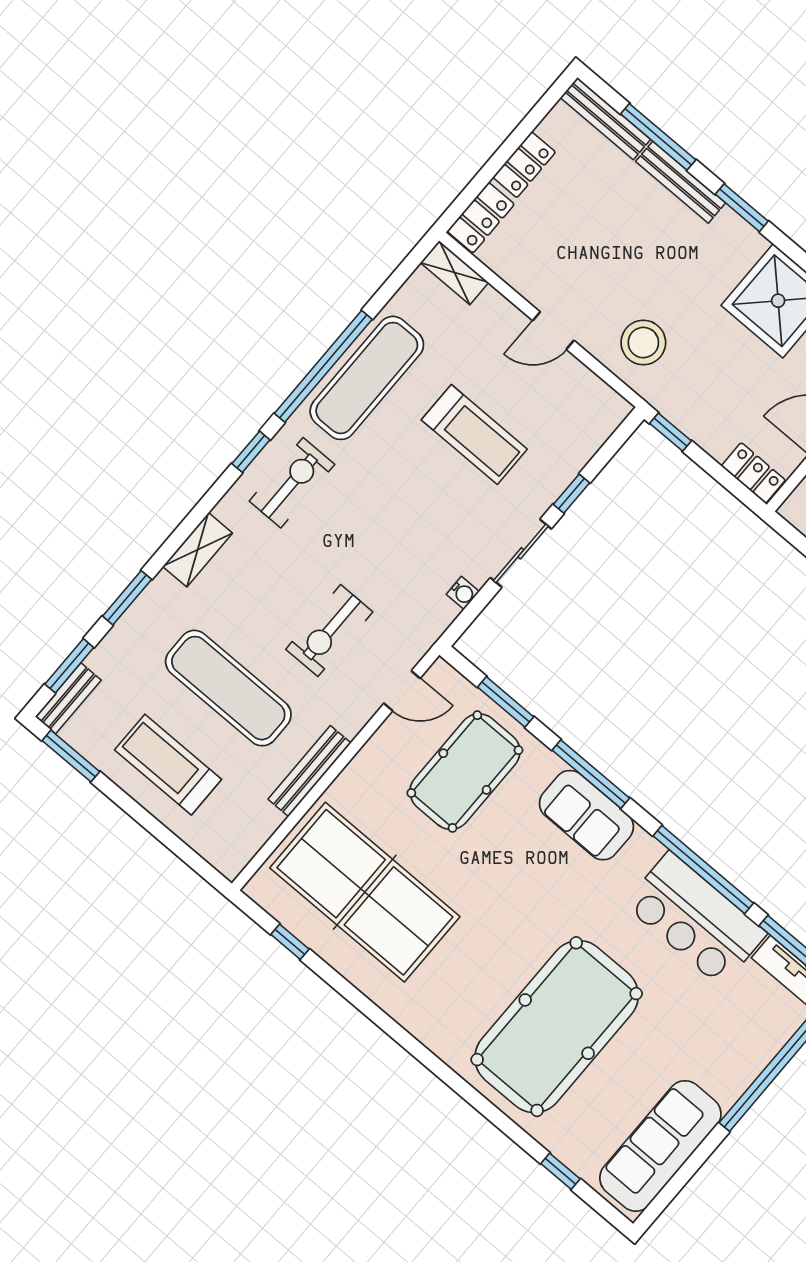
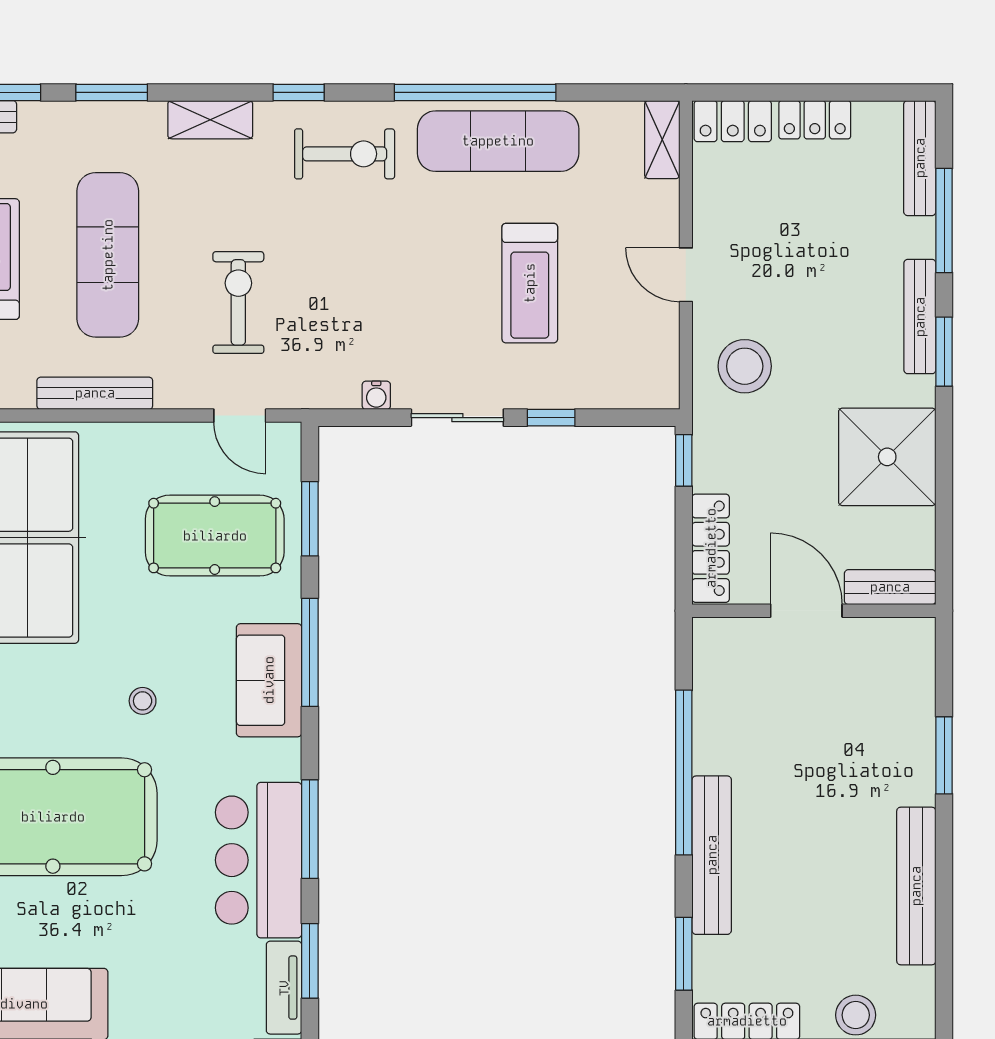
bench: (681, 182) -> (920, 317), moved
window: (251, 452) -> (299, 92), moved
locker: (753, 473) -> (711, 548), width x1.53
exercise bike: (329, 631) -> (238, 302), turned 90
window: (703, 869) -> (310, 829), width x0.68
stool: (531, 907) -> (143, 701), added

